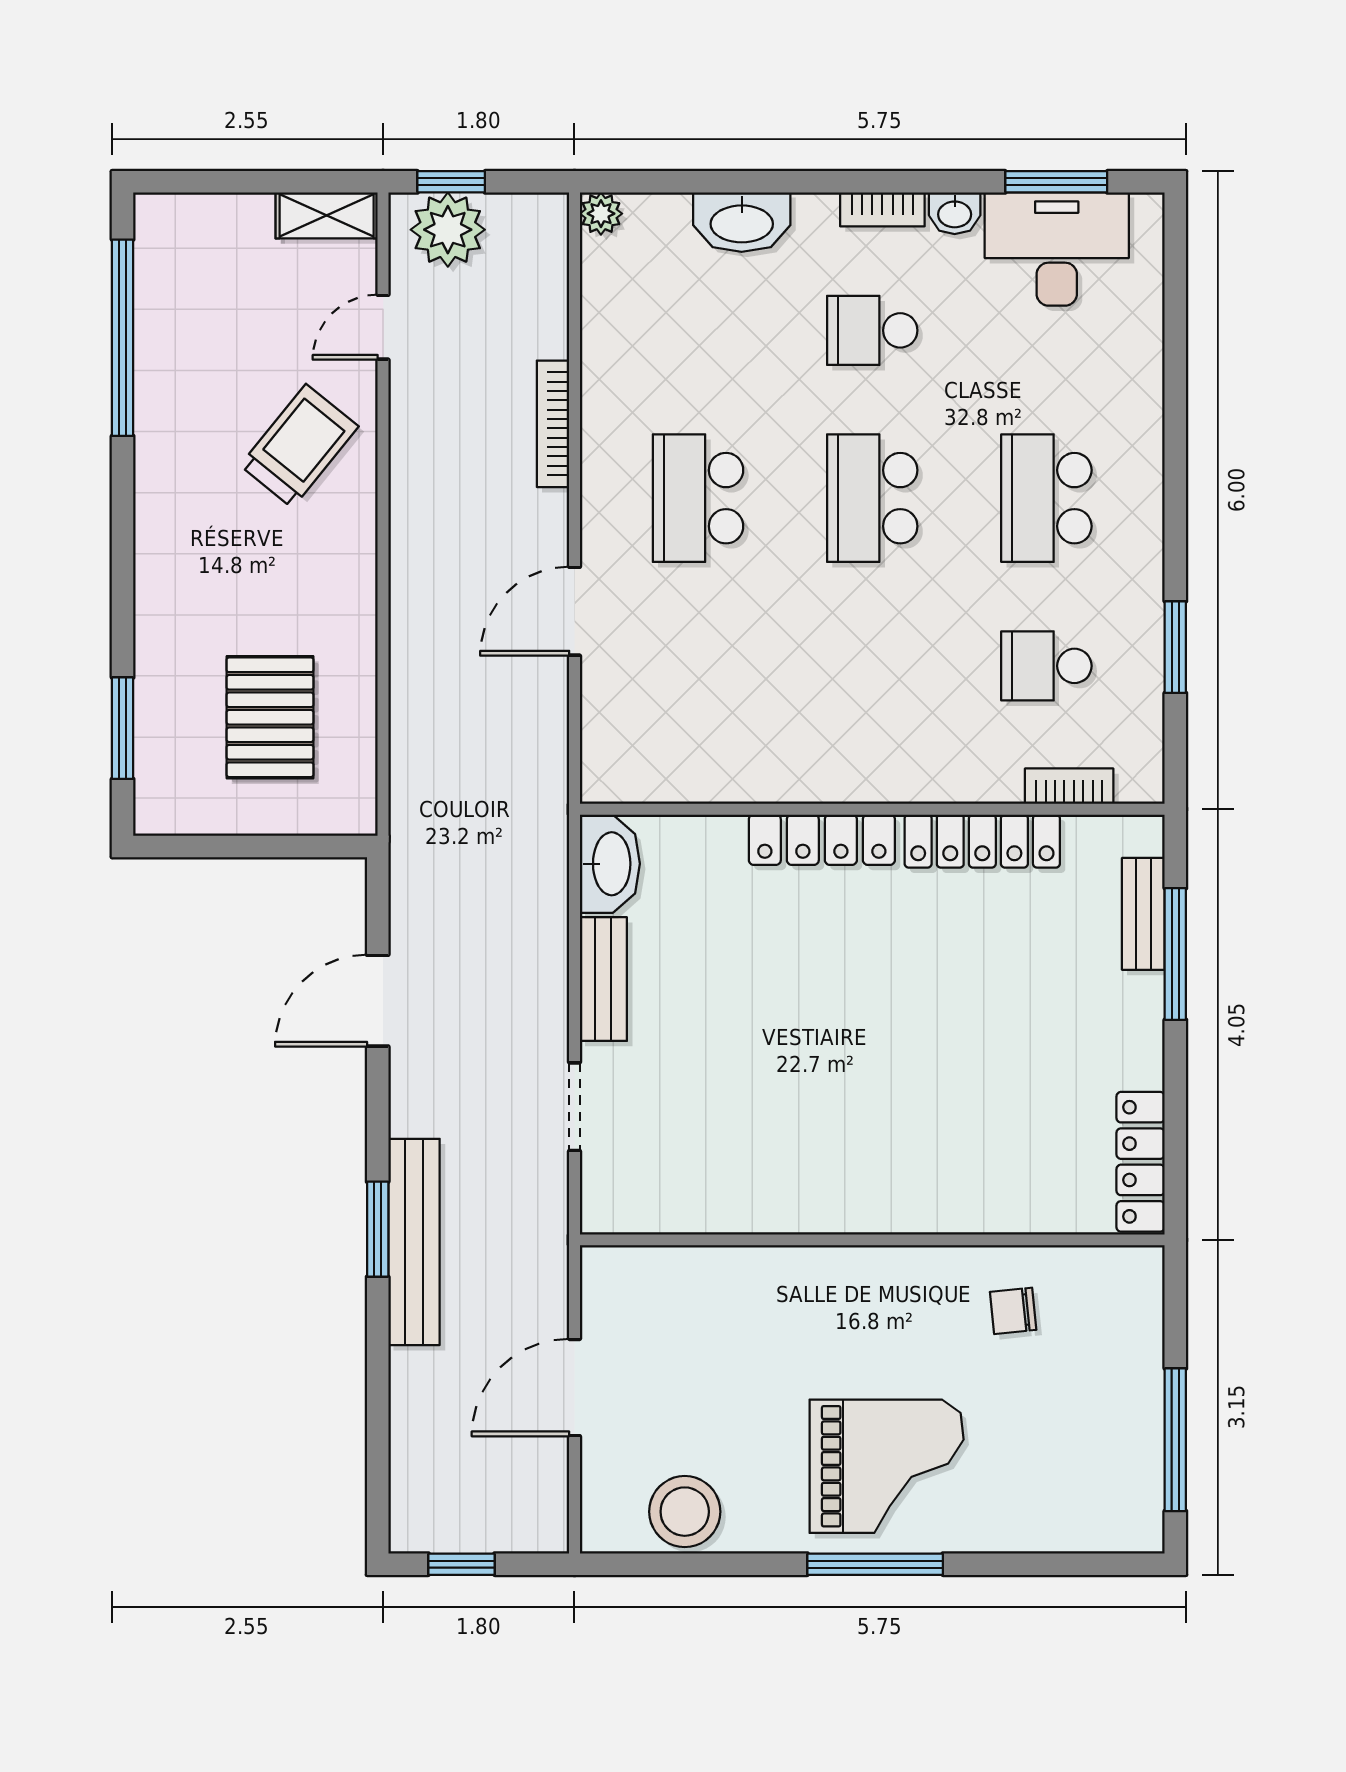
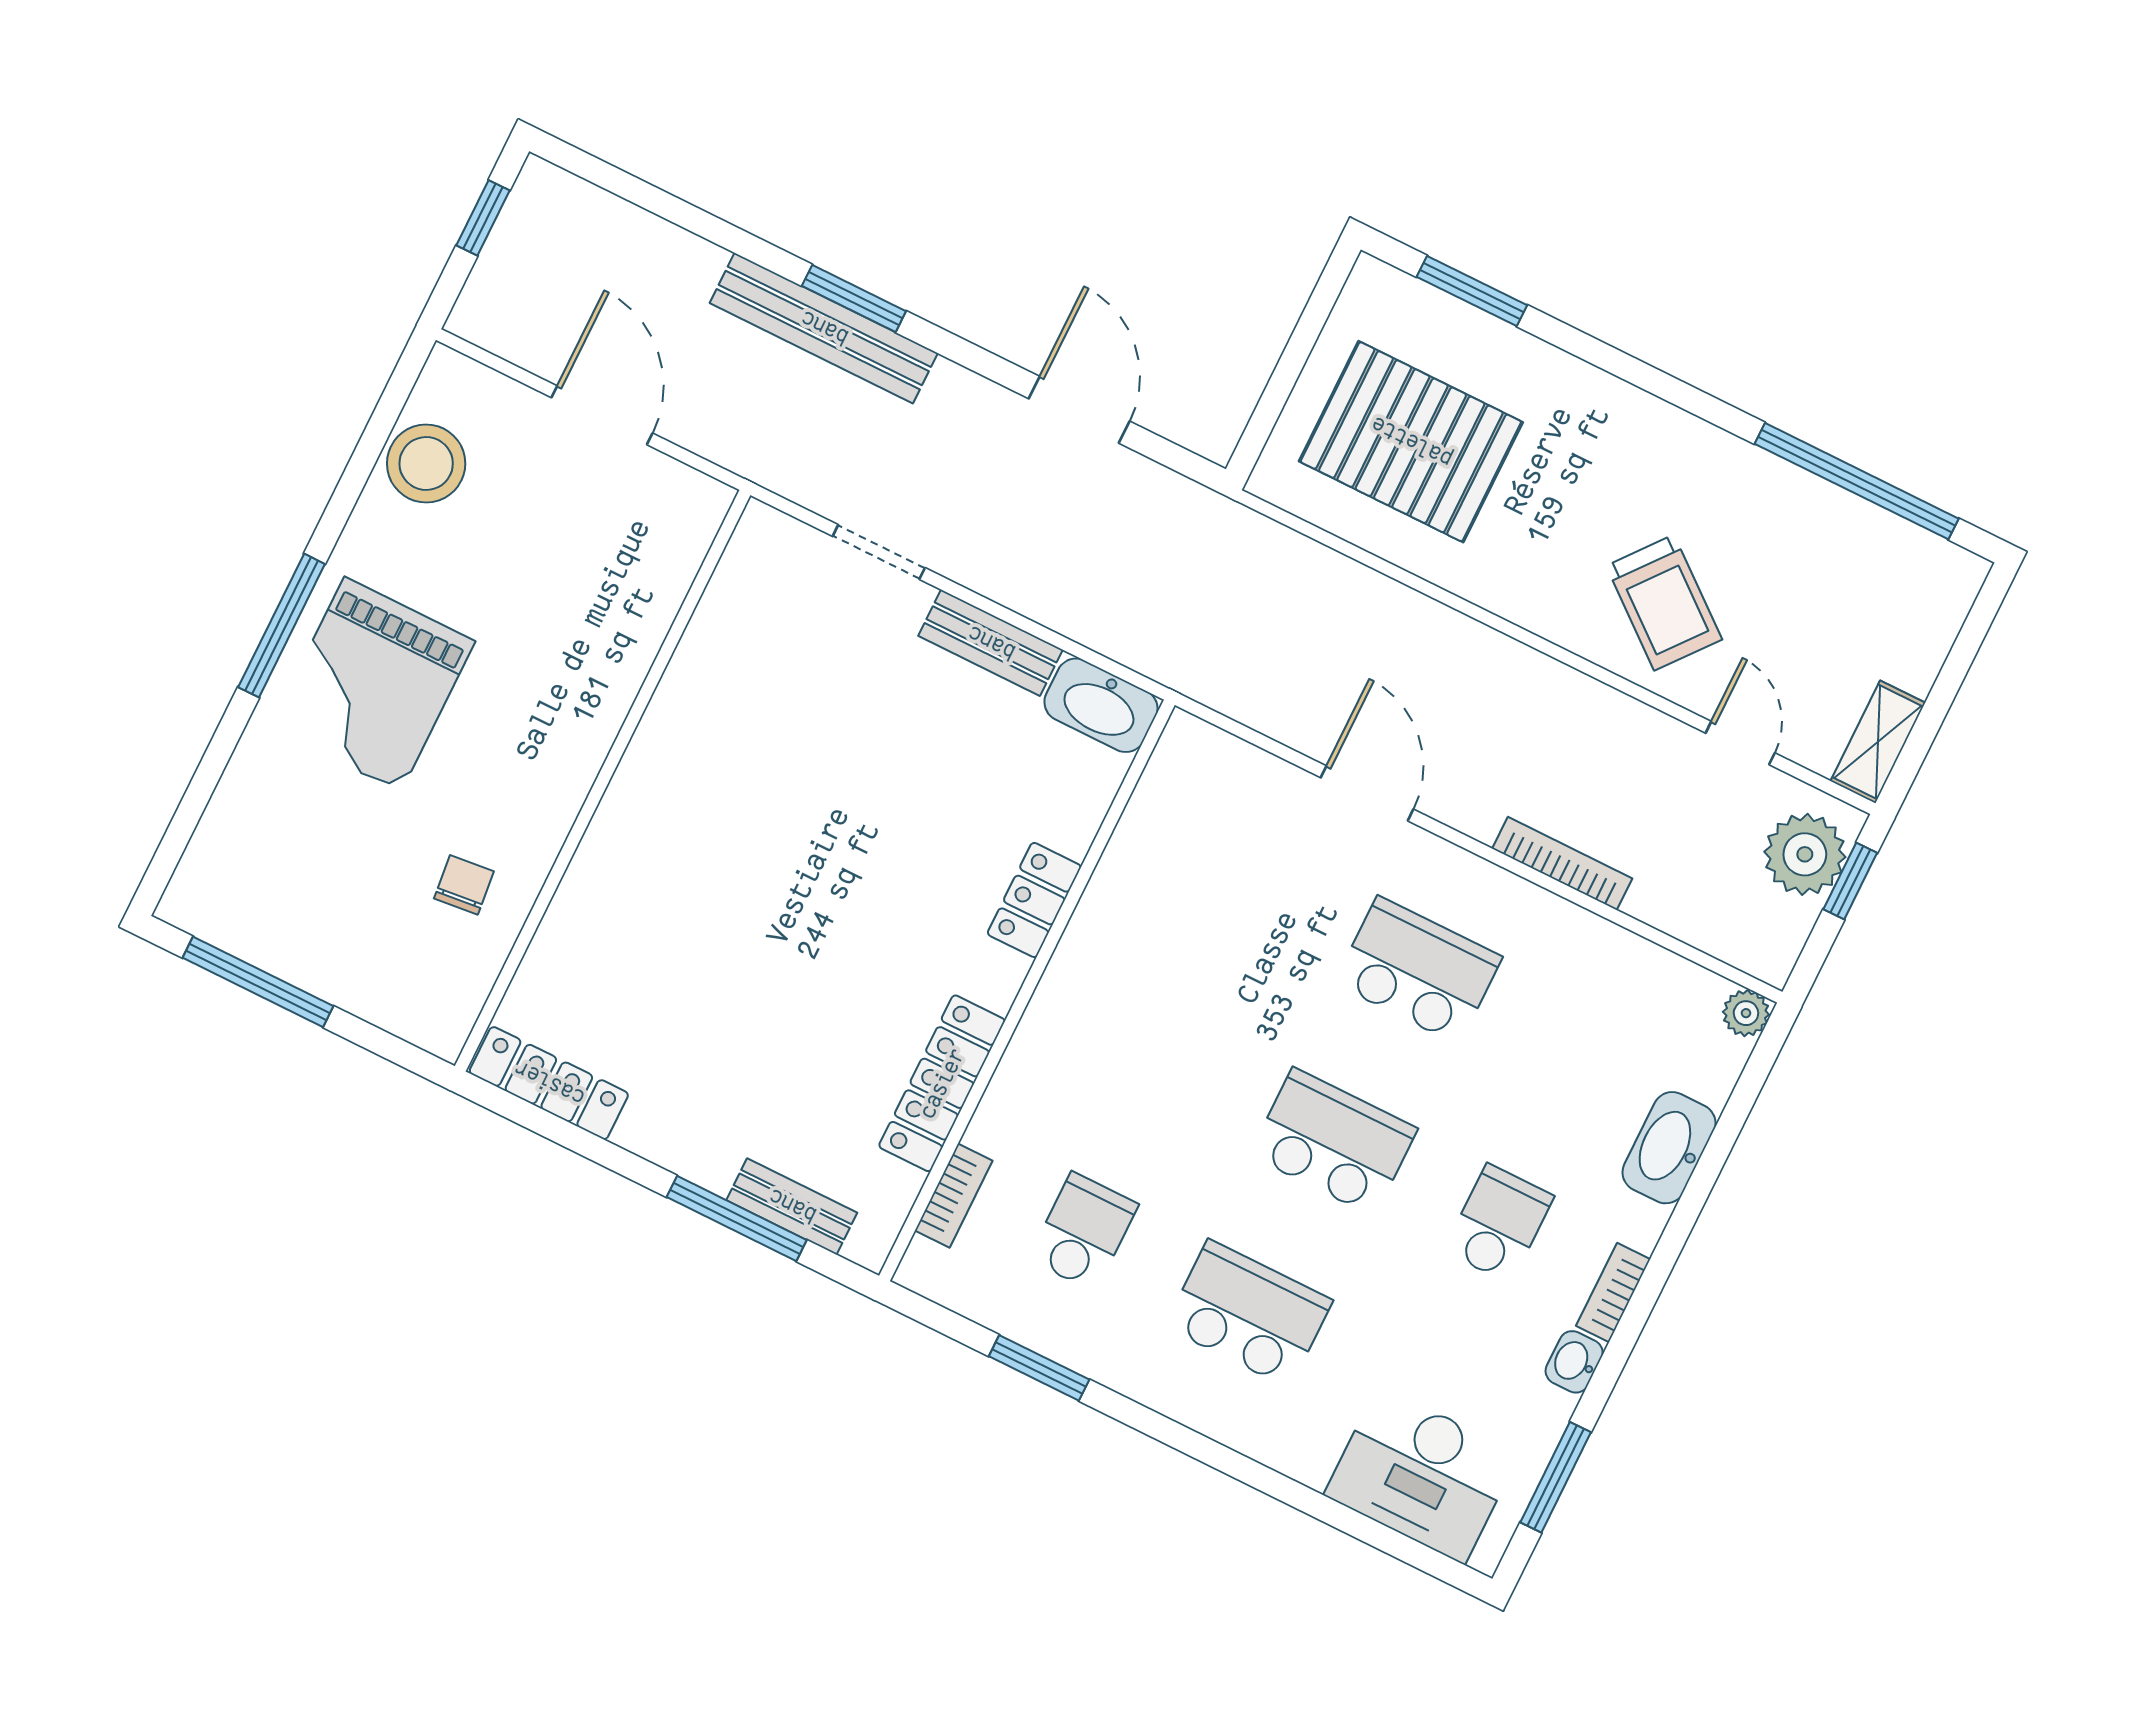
desk: (1057, 249) -> (1421, 1474), moved, turned 90
pallet: (270, 717) -> (1411, 442), width x1.37, depth x1.41
locker: (822, 840) -> (1034, 900), width x0.66

